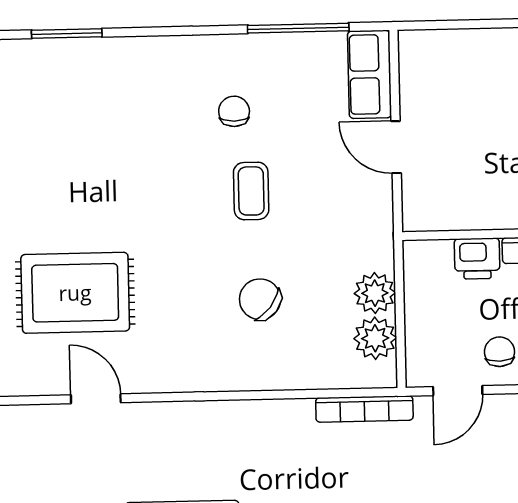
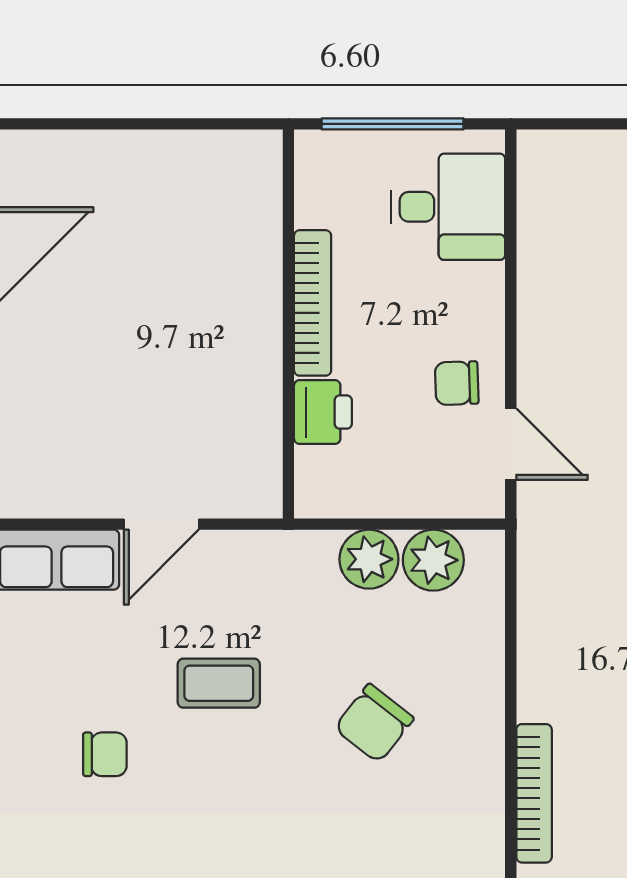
chair: (234, 111) -> (105, 754), turned 180
coffee table: (251, 191) -> (219, 683), moved
bookcase: (364, 409) -> (534, 793), moved

